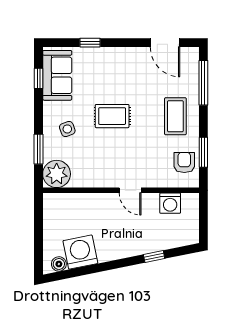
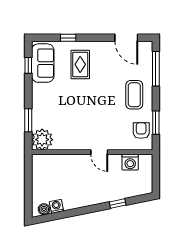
rug: (112, 116) -> (80, 64), moved, turned 90
side table: (67, 129) -> (50, 105), removed
washing machine: (80, 252) -> (56, 206), width x0.53, depth x0.53

